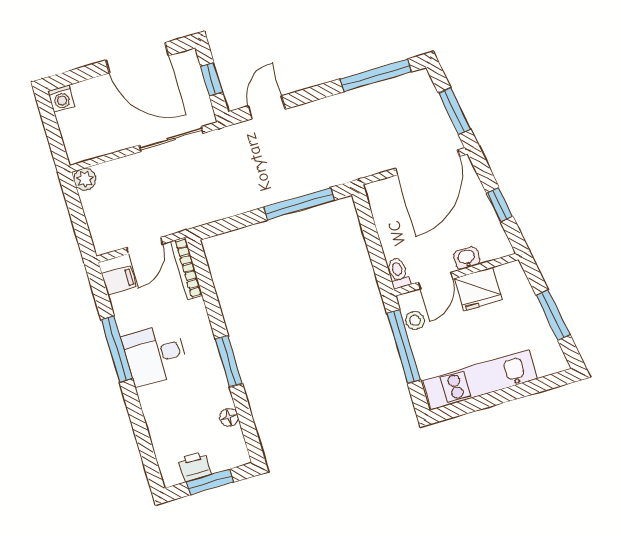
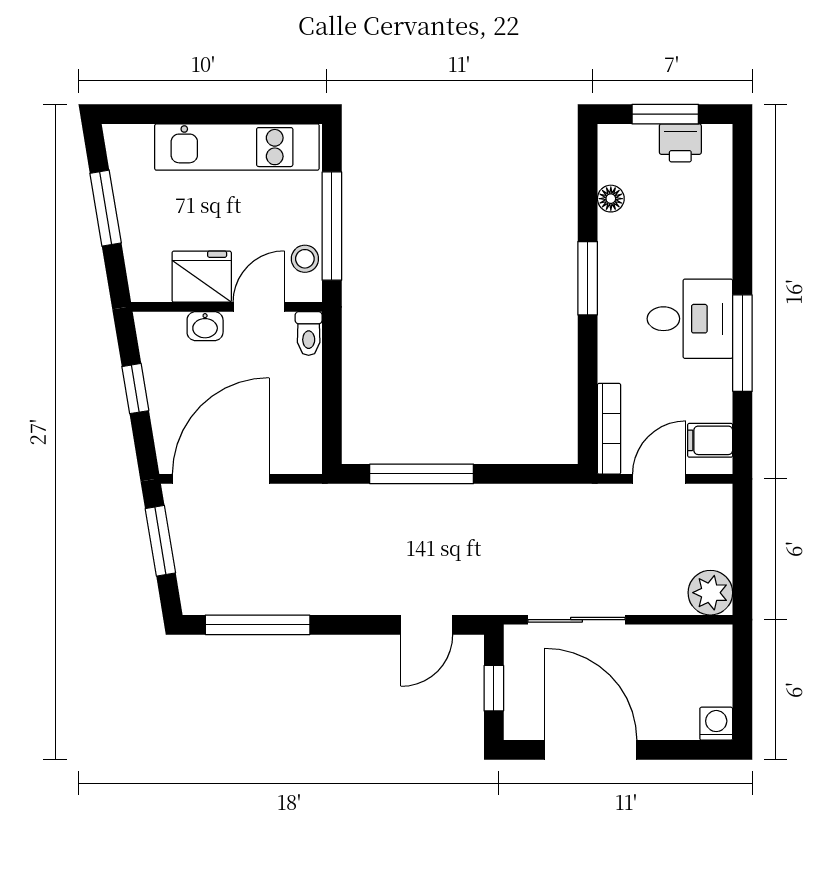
plant: (85, 179) -> (710, 593), width x1.38, depth x1.38

